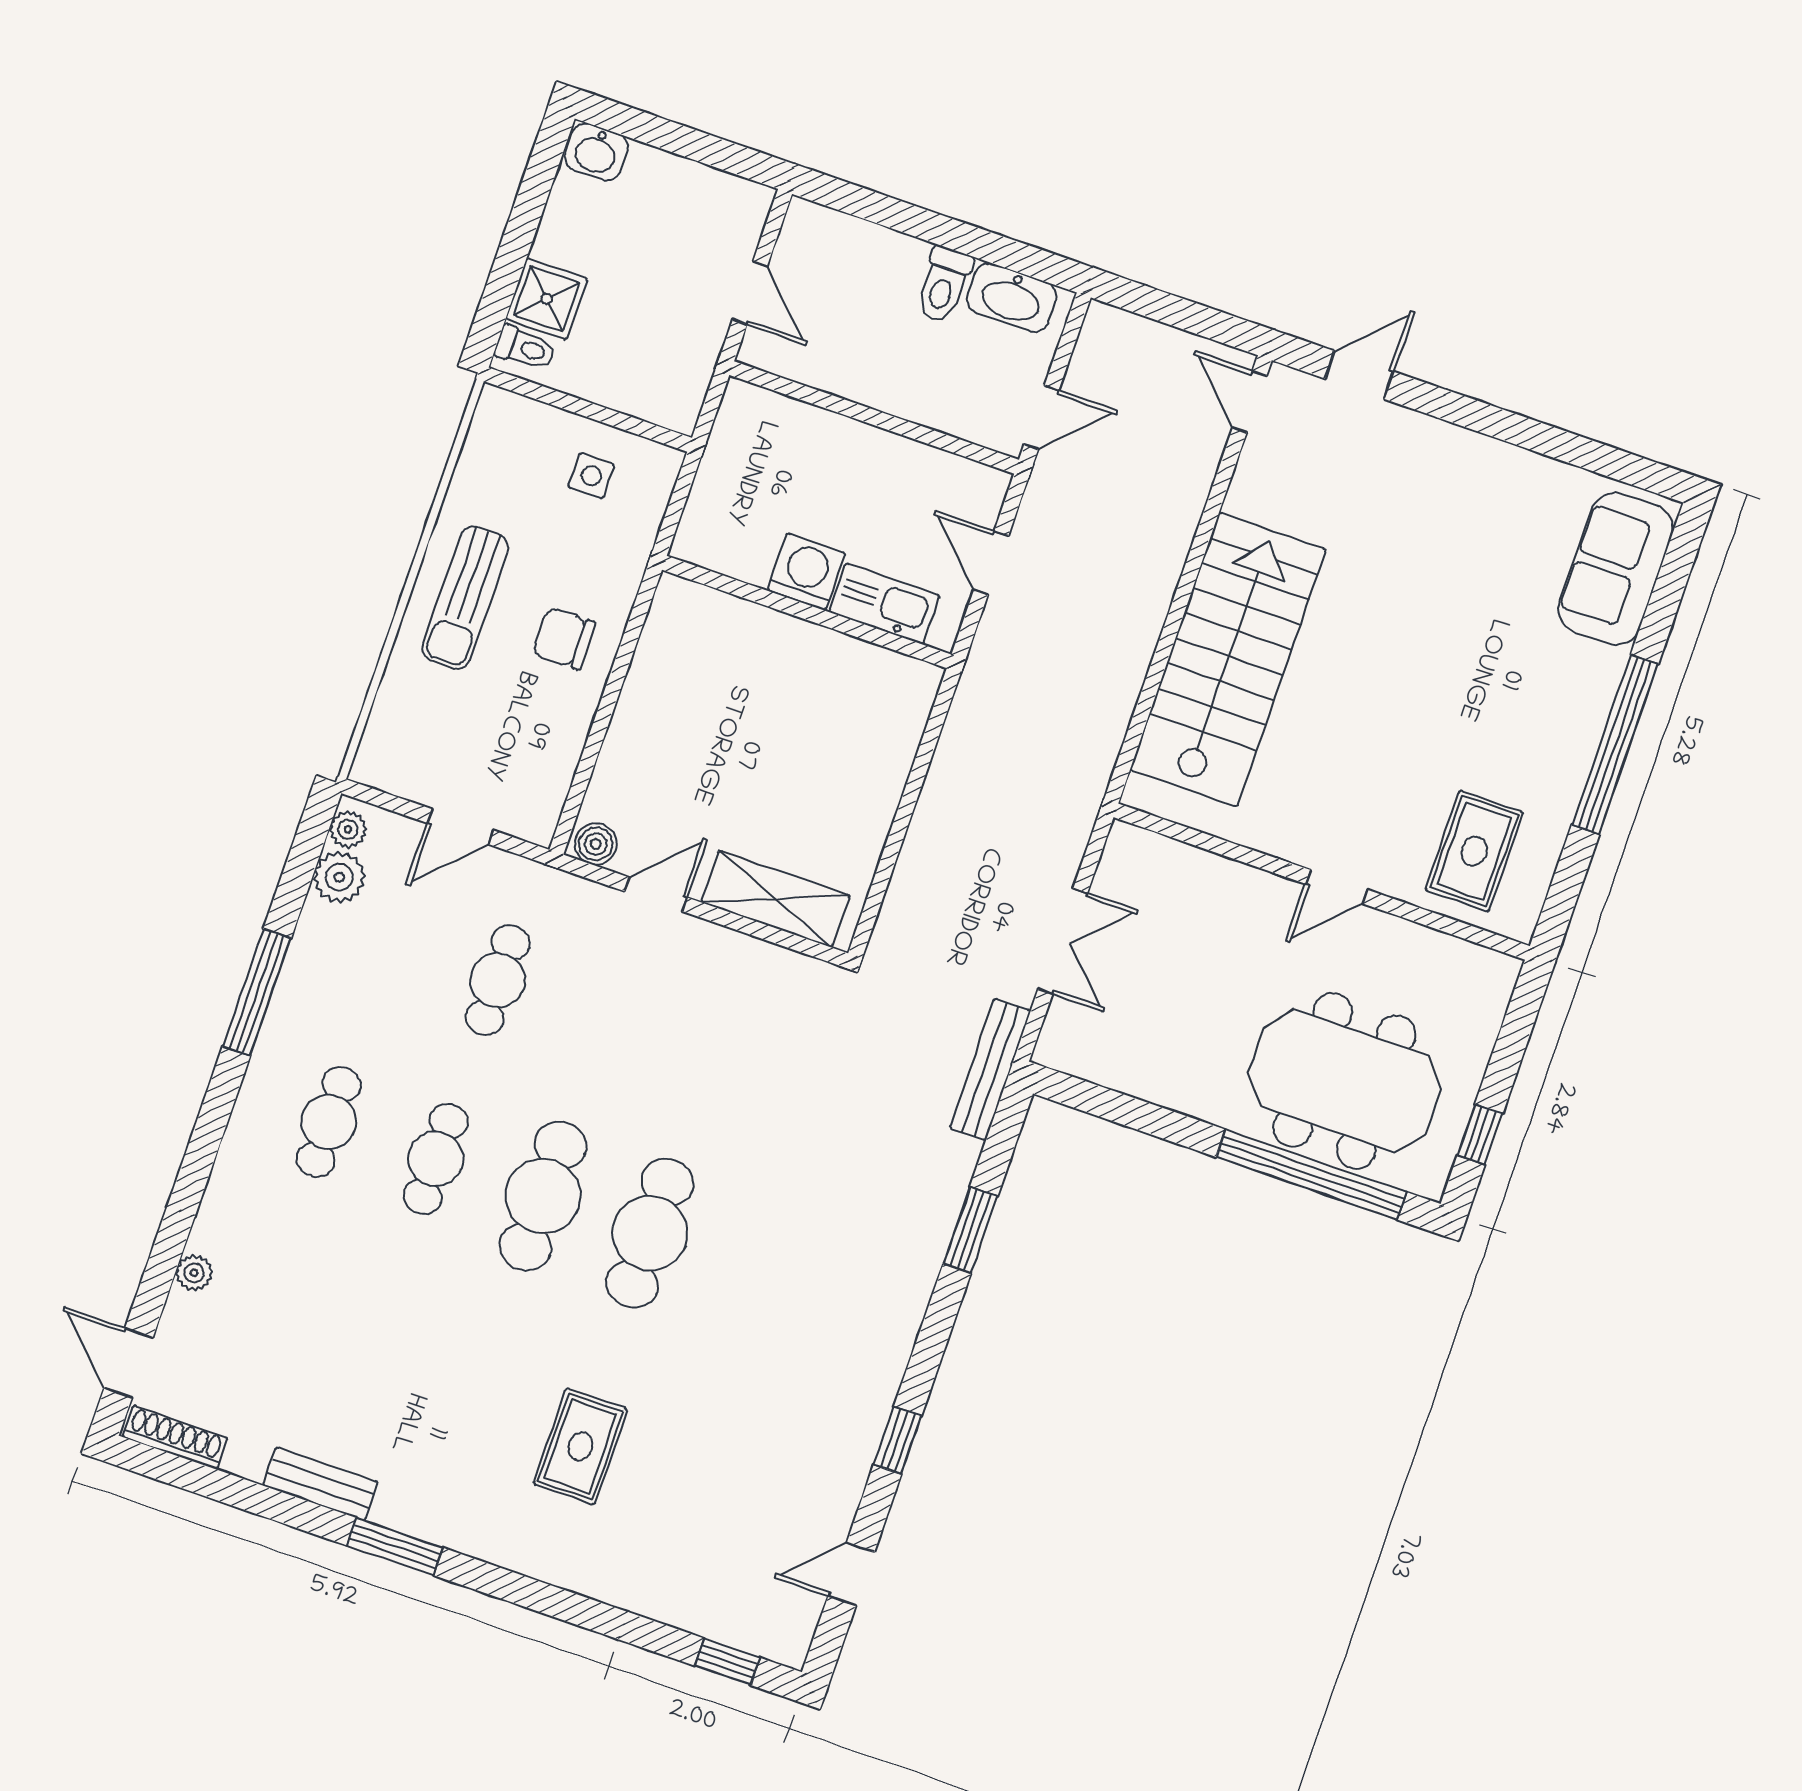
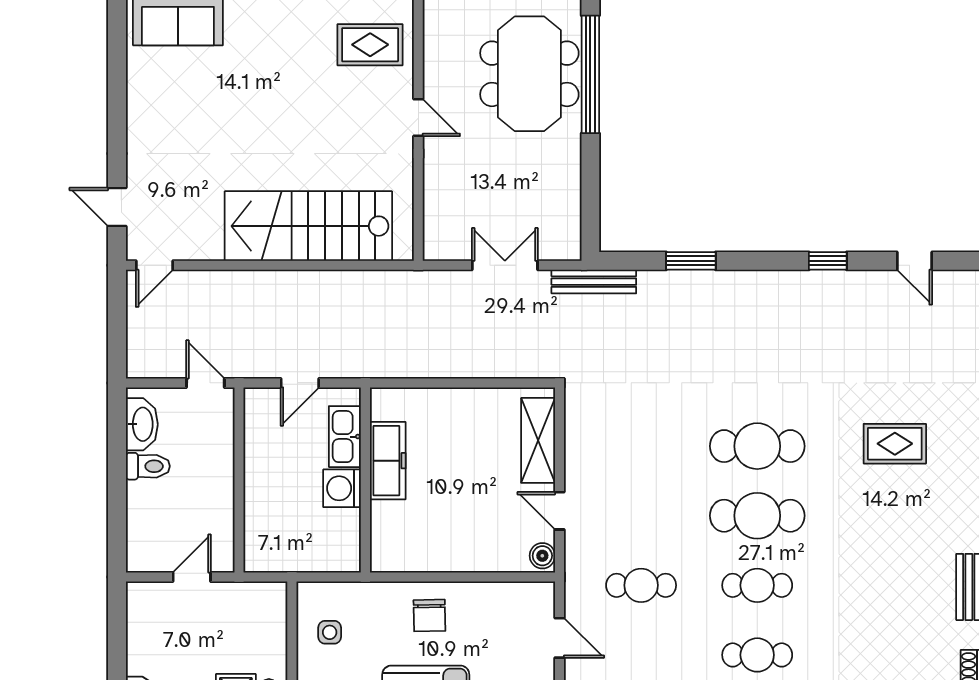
freezer: (825, 657) -> (388, 461), added

